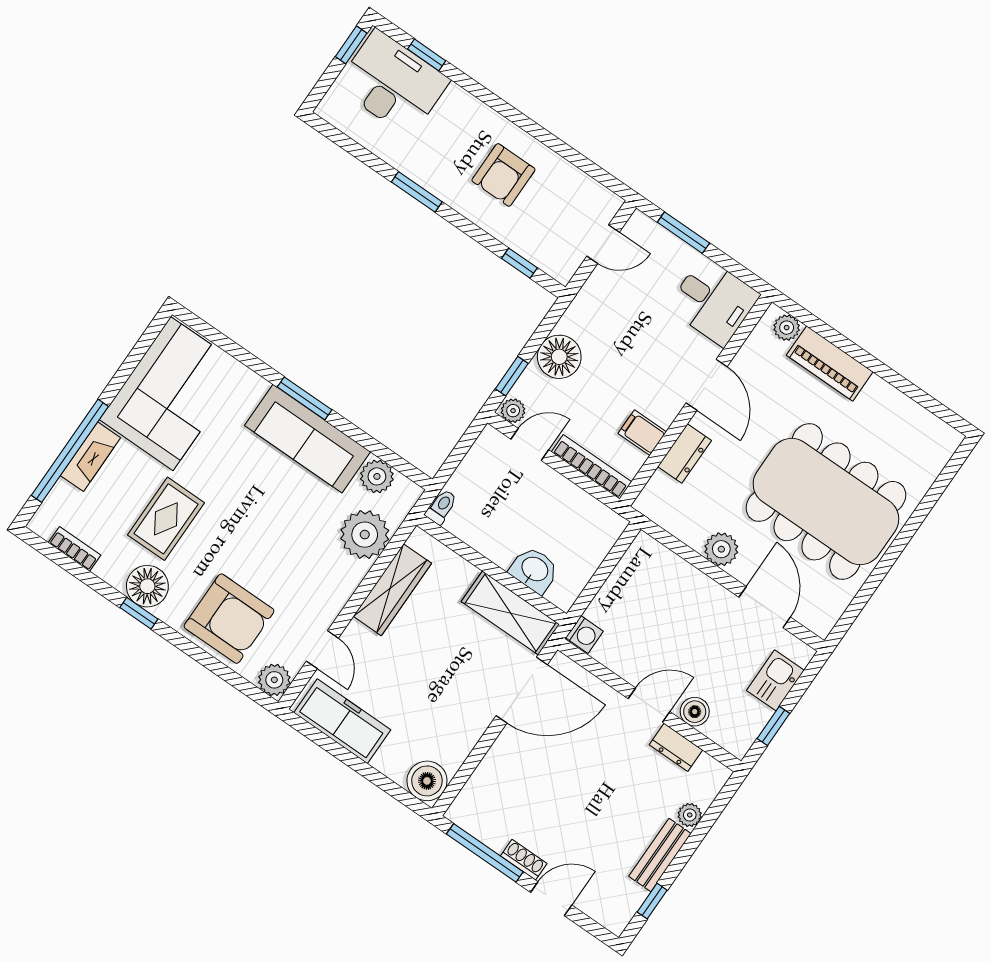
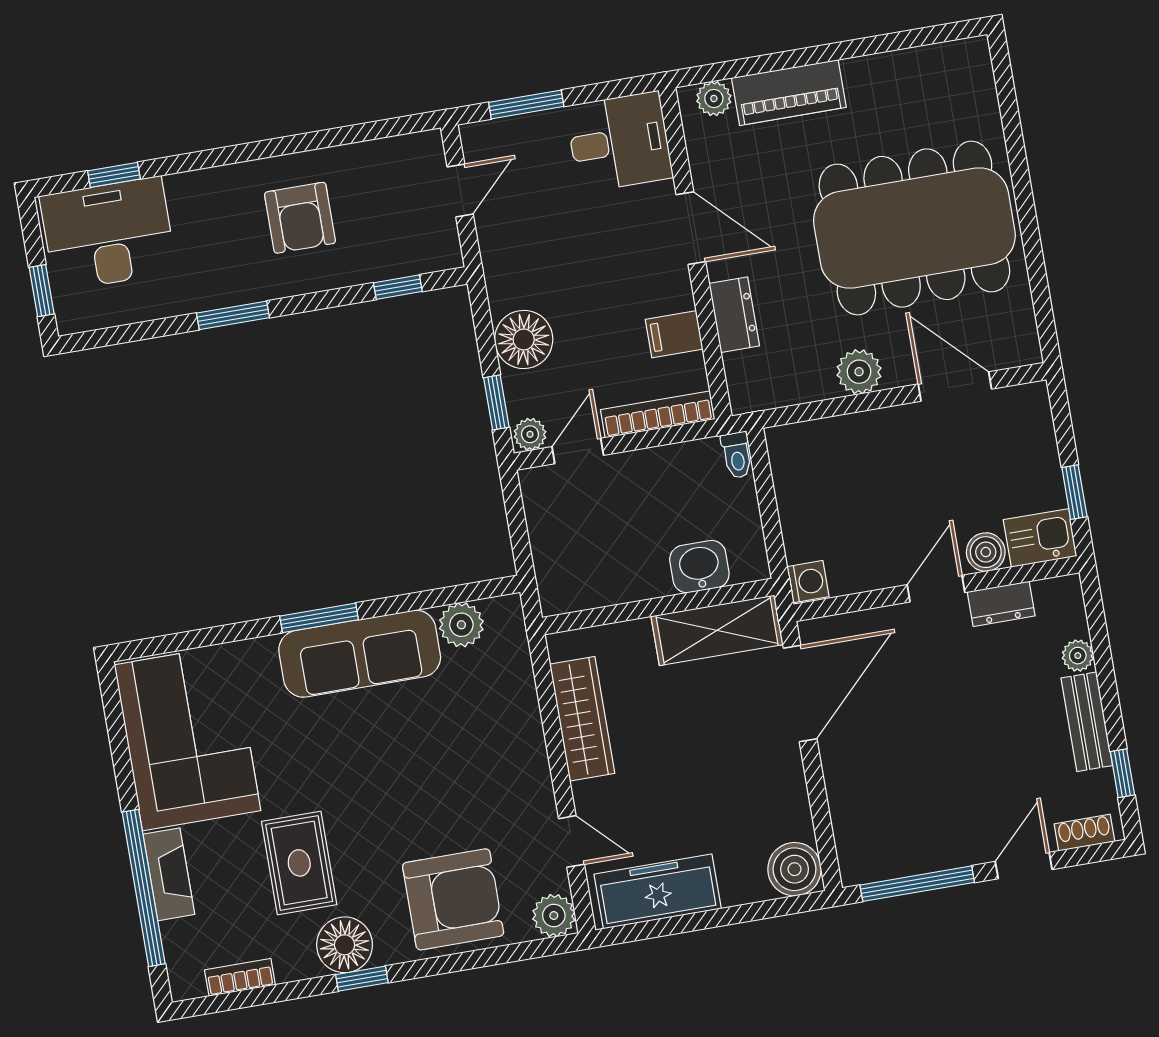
window: (351, 45) -> (42, 291), moved
toilet: (441, 507) -> (737, 455), moved, turned 180
plant: (365, 535) -> (504, 692), removed
kitchen sink: (775, 680) -> (1040, 538), moved, turned 90
shoe rack: (524, 860) -> (1084, 833), moved

